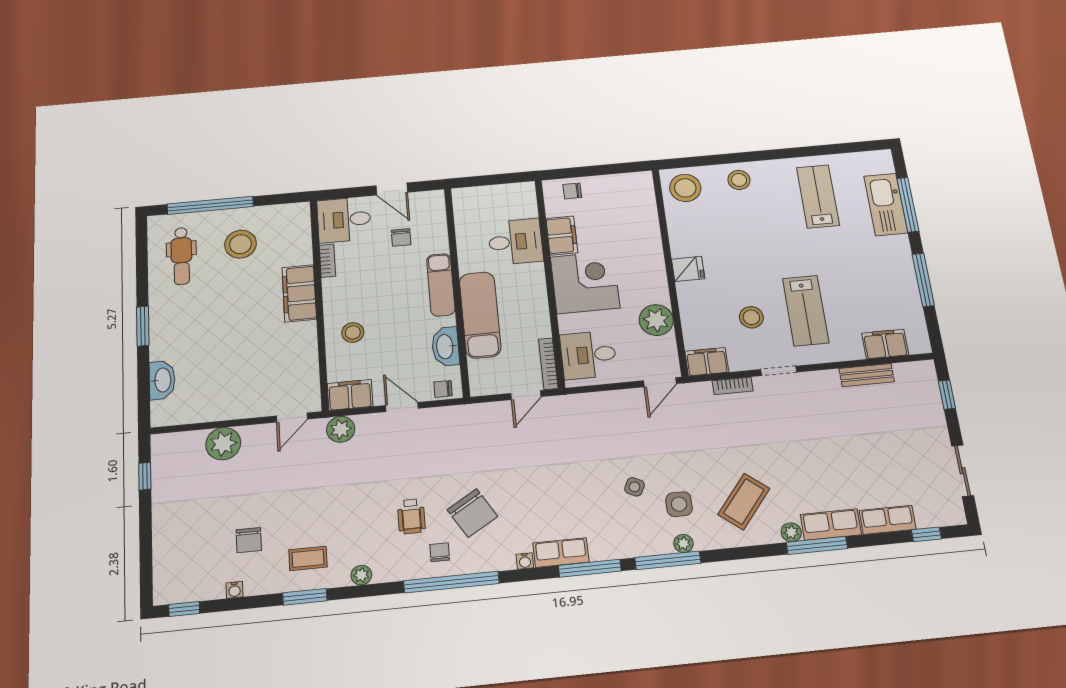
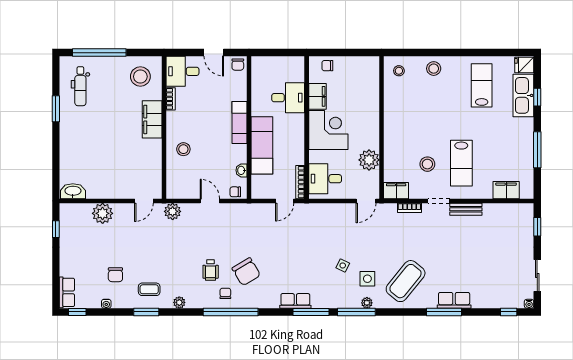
stool: (685, 188) -> (399, 71), width x0.53, depth x0.53
window: (908, 205) -> (537, 97), width x0.46
chair: (401, 237) -> (238, 65), moved
stool: (241, 244) -> (140, 77), moved
fridge: (688, 269) -> (524, 65), moved, turned 180
window: (143, 326) -> (56, 109), moved
washbasin: (446, 347) -> (241, 170), width x0.52, depth x0.69
bench: (867, 375) -> (466, 209), moved
washbasin: (162, 380) -> (73, 191), moved, turned -90
filing cabinet: (350, 395) -> (179, 190), removed
coffee table: (744, 502) -> (406, 281), width x1.36, depth x1.32
row of seats: (888, 520) -> (67, 292), moved, turned 90
plant: (791, 532) -> (430, 303), removed
water cooler: (525, 561) -> (529, 304), moved

